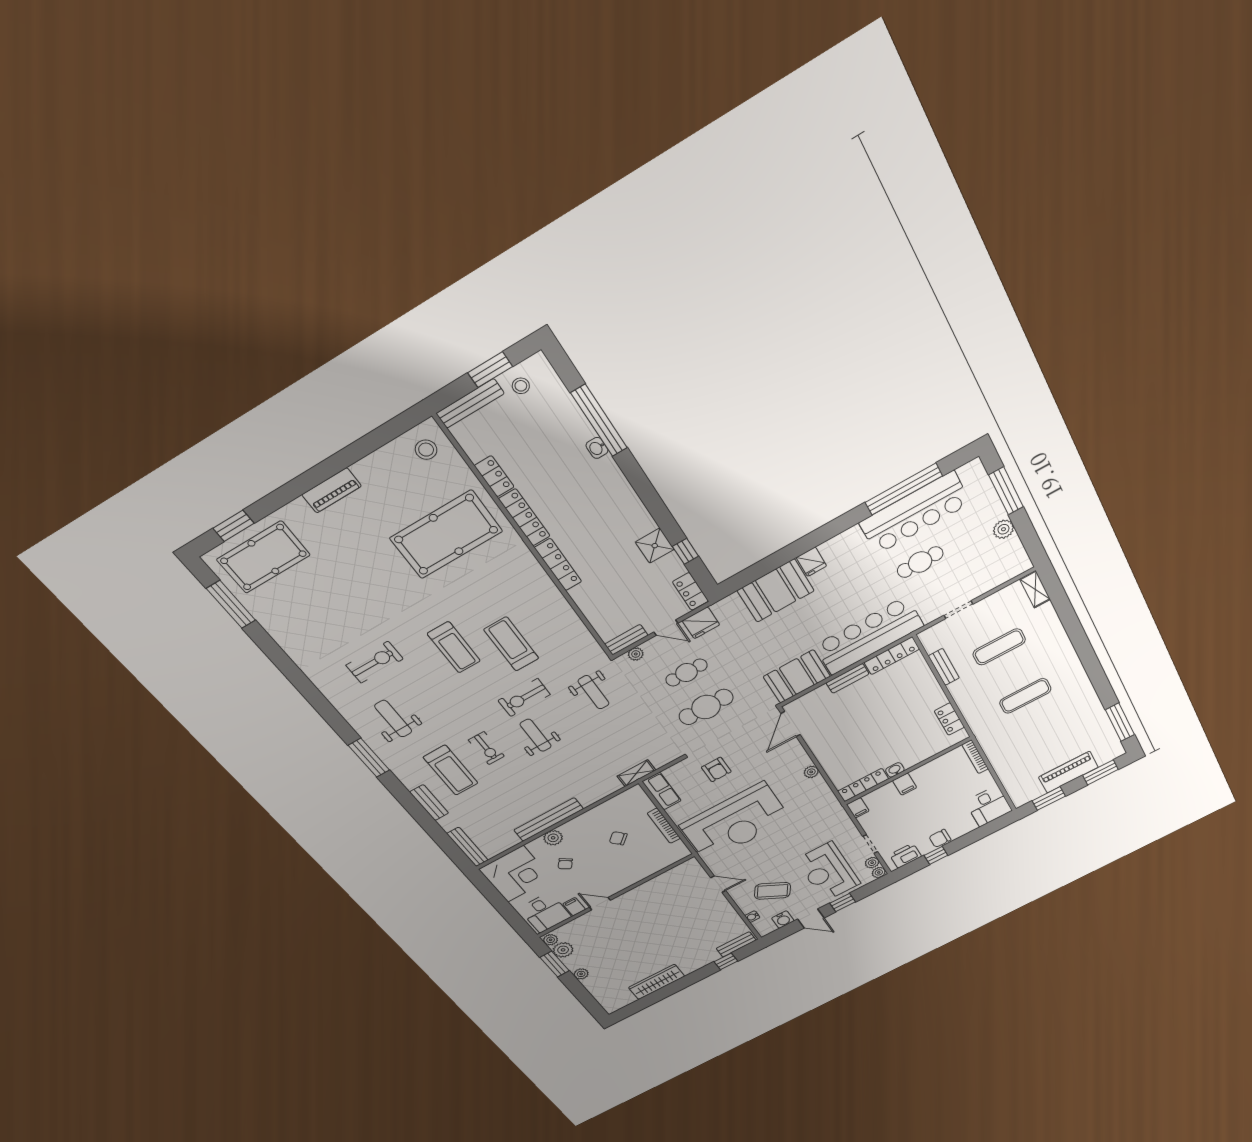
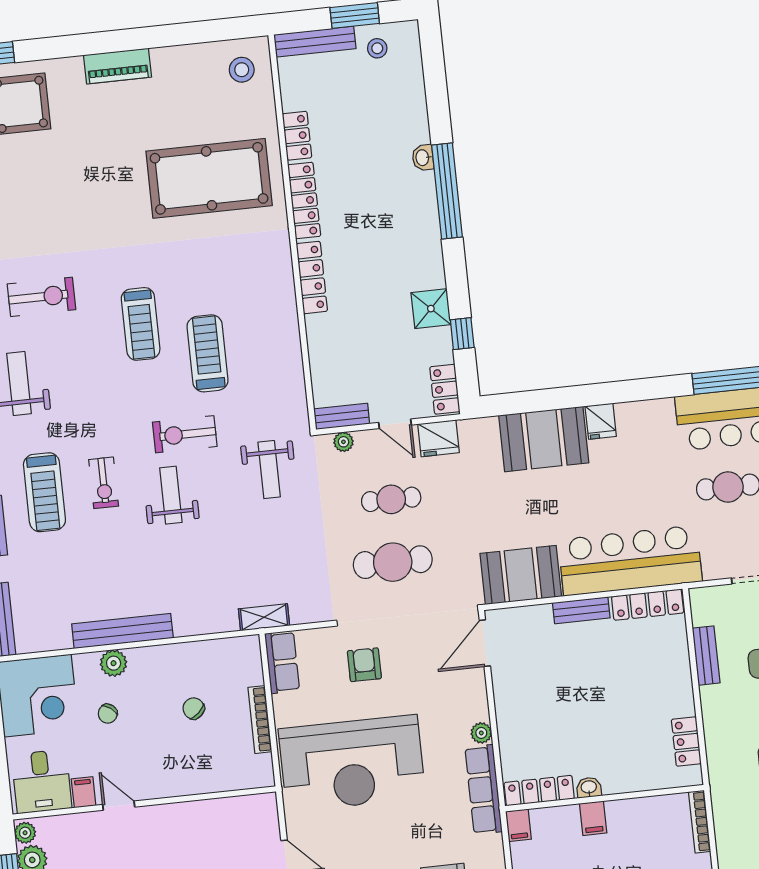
window: (599, 420) -> (447, 191), moved
armchair: (716, 769) -> (364, 665), turned 180
row of seats: (827, 800) -> (484, 790), added

